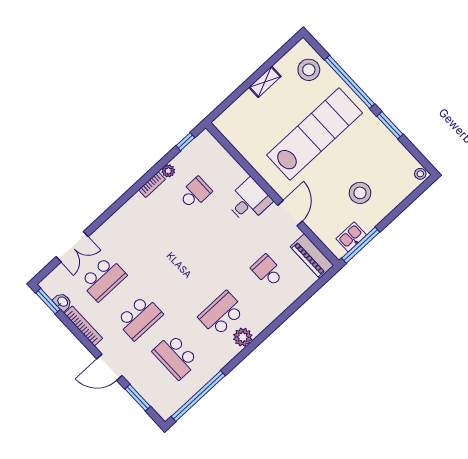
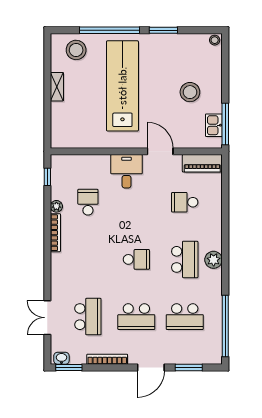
bookcase: (152, 185) -> (55, 233), width x1.56
double door: (72, 247) -> (47, 318), swing flipped
school desk: (185, 275) -> (136, 259), added
washbasin: (62, 302) -> (61, 358), moved
school desk: (222, 314) -> (185, 259), turned 180
school desk: (139, 318) -> (136, 317), turned 90

